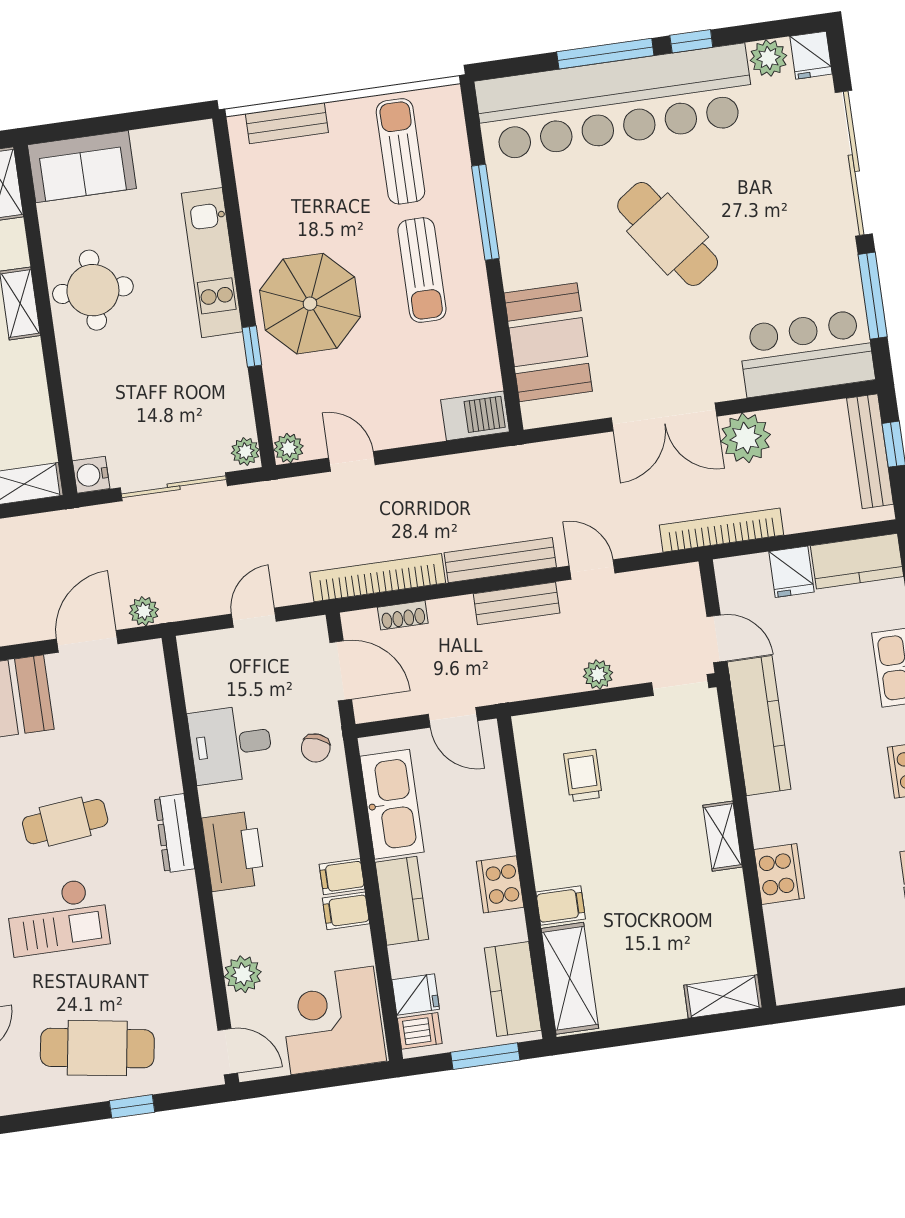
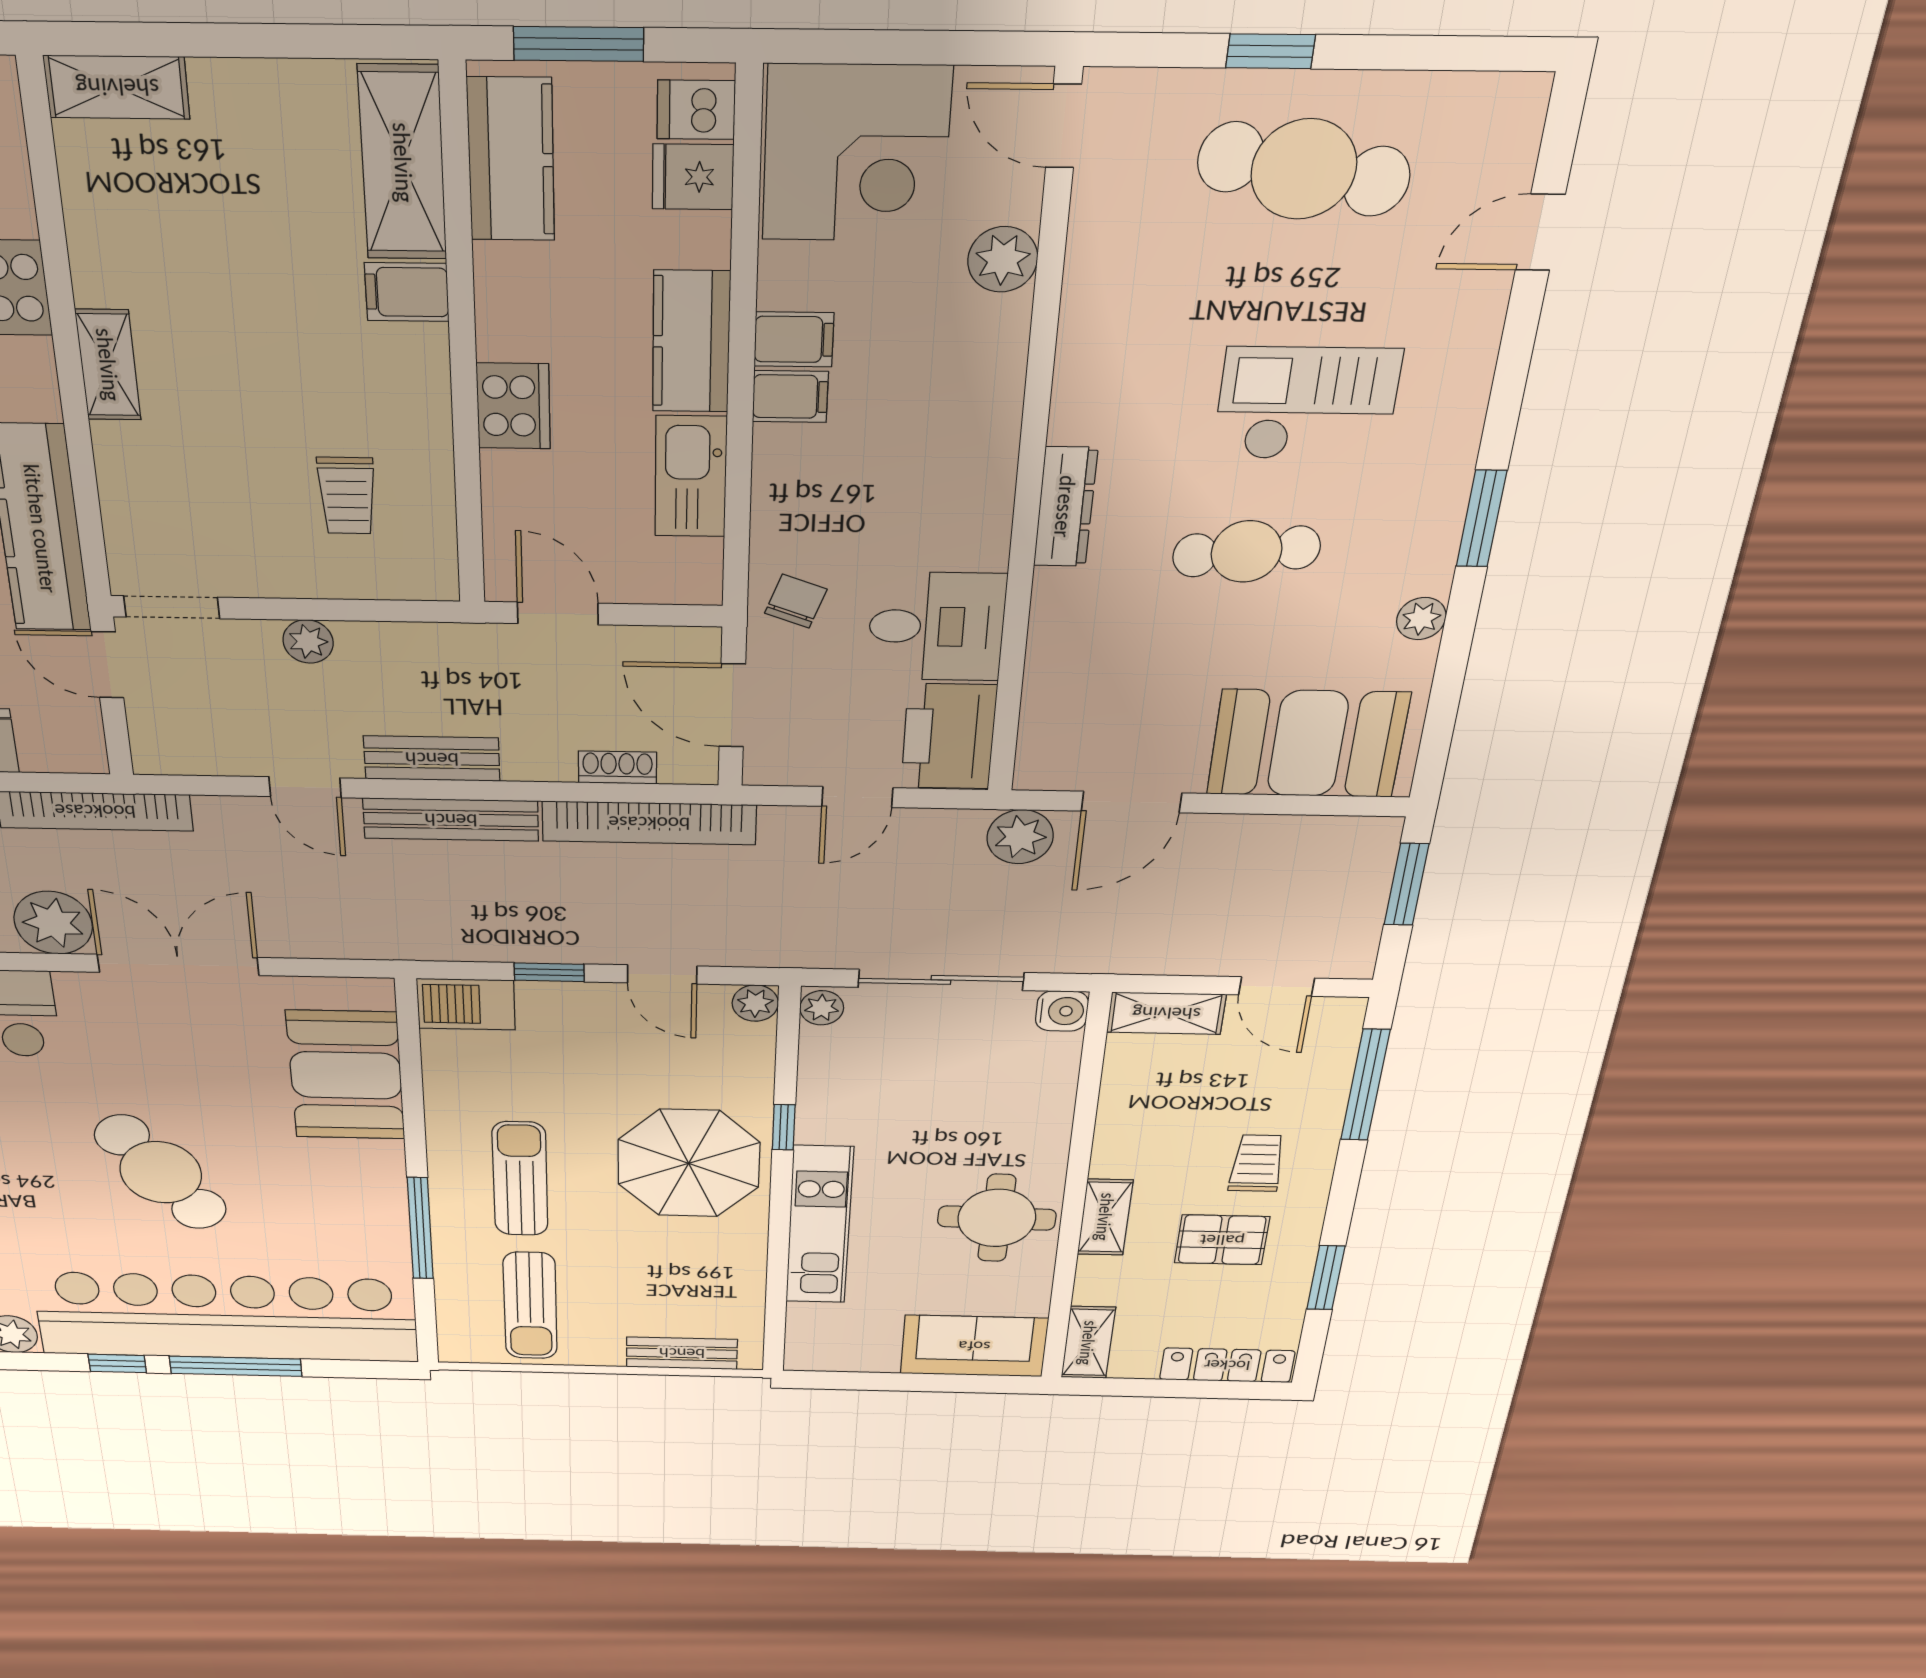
window: (425, 451) -> (549, 972), added
plant: (144, 611) -> (1020, 837), width x1.38, depth x1.38
kitchen sink: (392, 804) -> (691, 477), width x0.73, depth x0.81
printer: (233, 851) -> (949, 737), moved
cooker: (500, 884) -> (513, 406), moved

